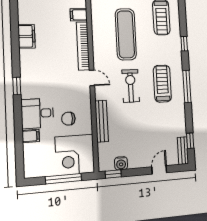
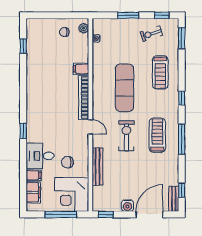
filing cabinet: (27, 36) -> (33, 192), moved
water cooler: (121, 163) -> (127, 206), moved
door: (159, 170) -> (149, 214), width x1.88

